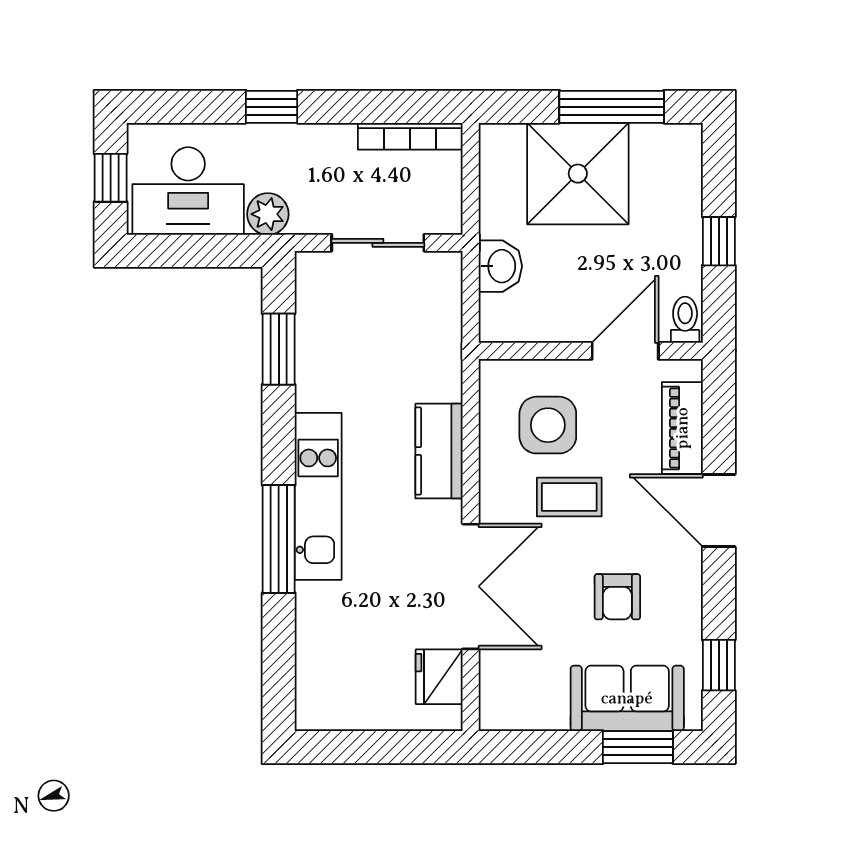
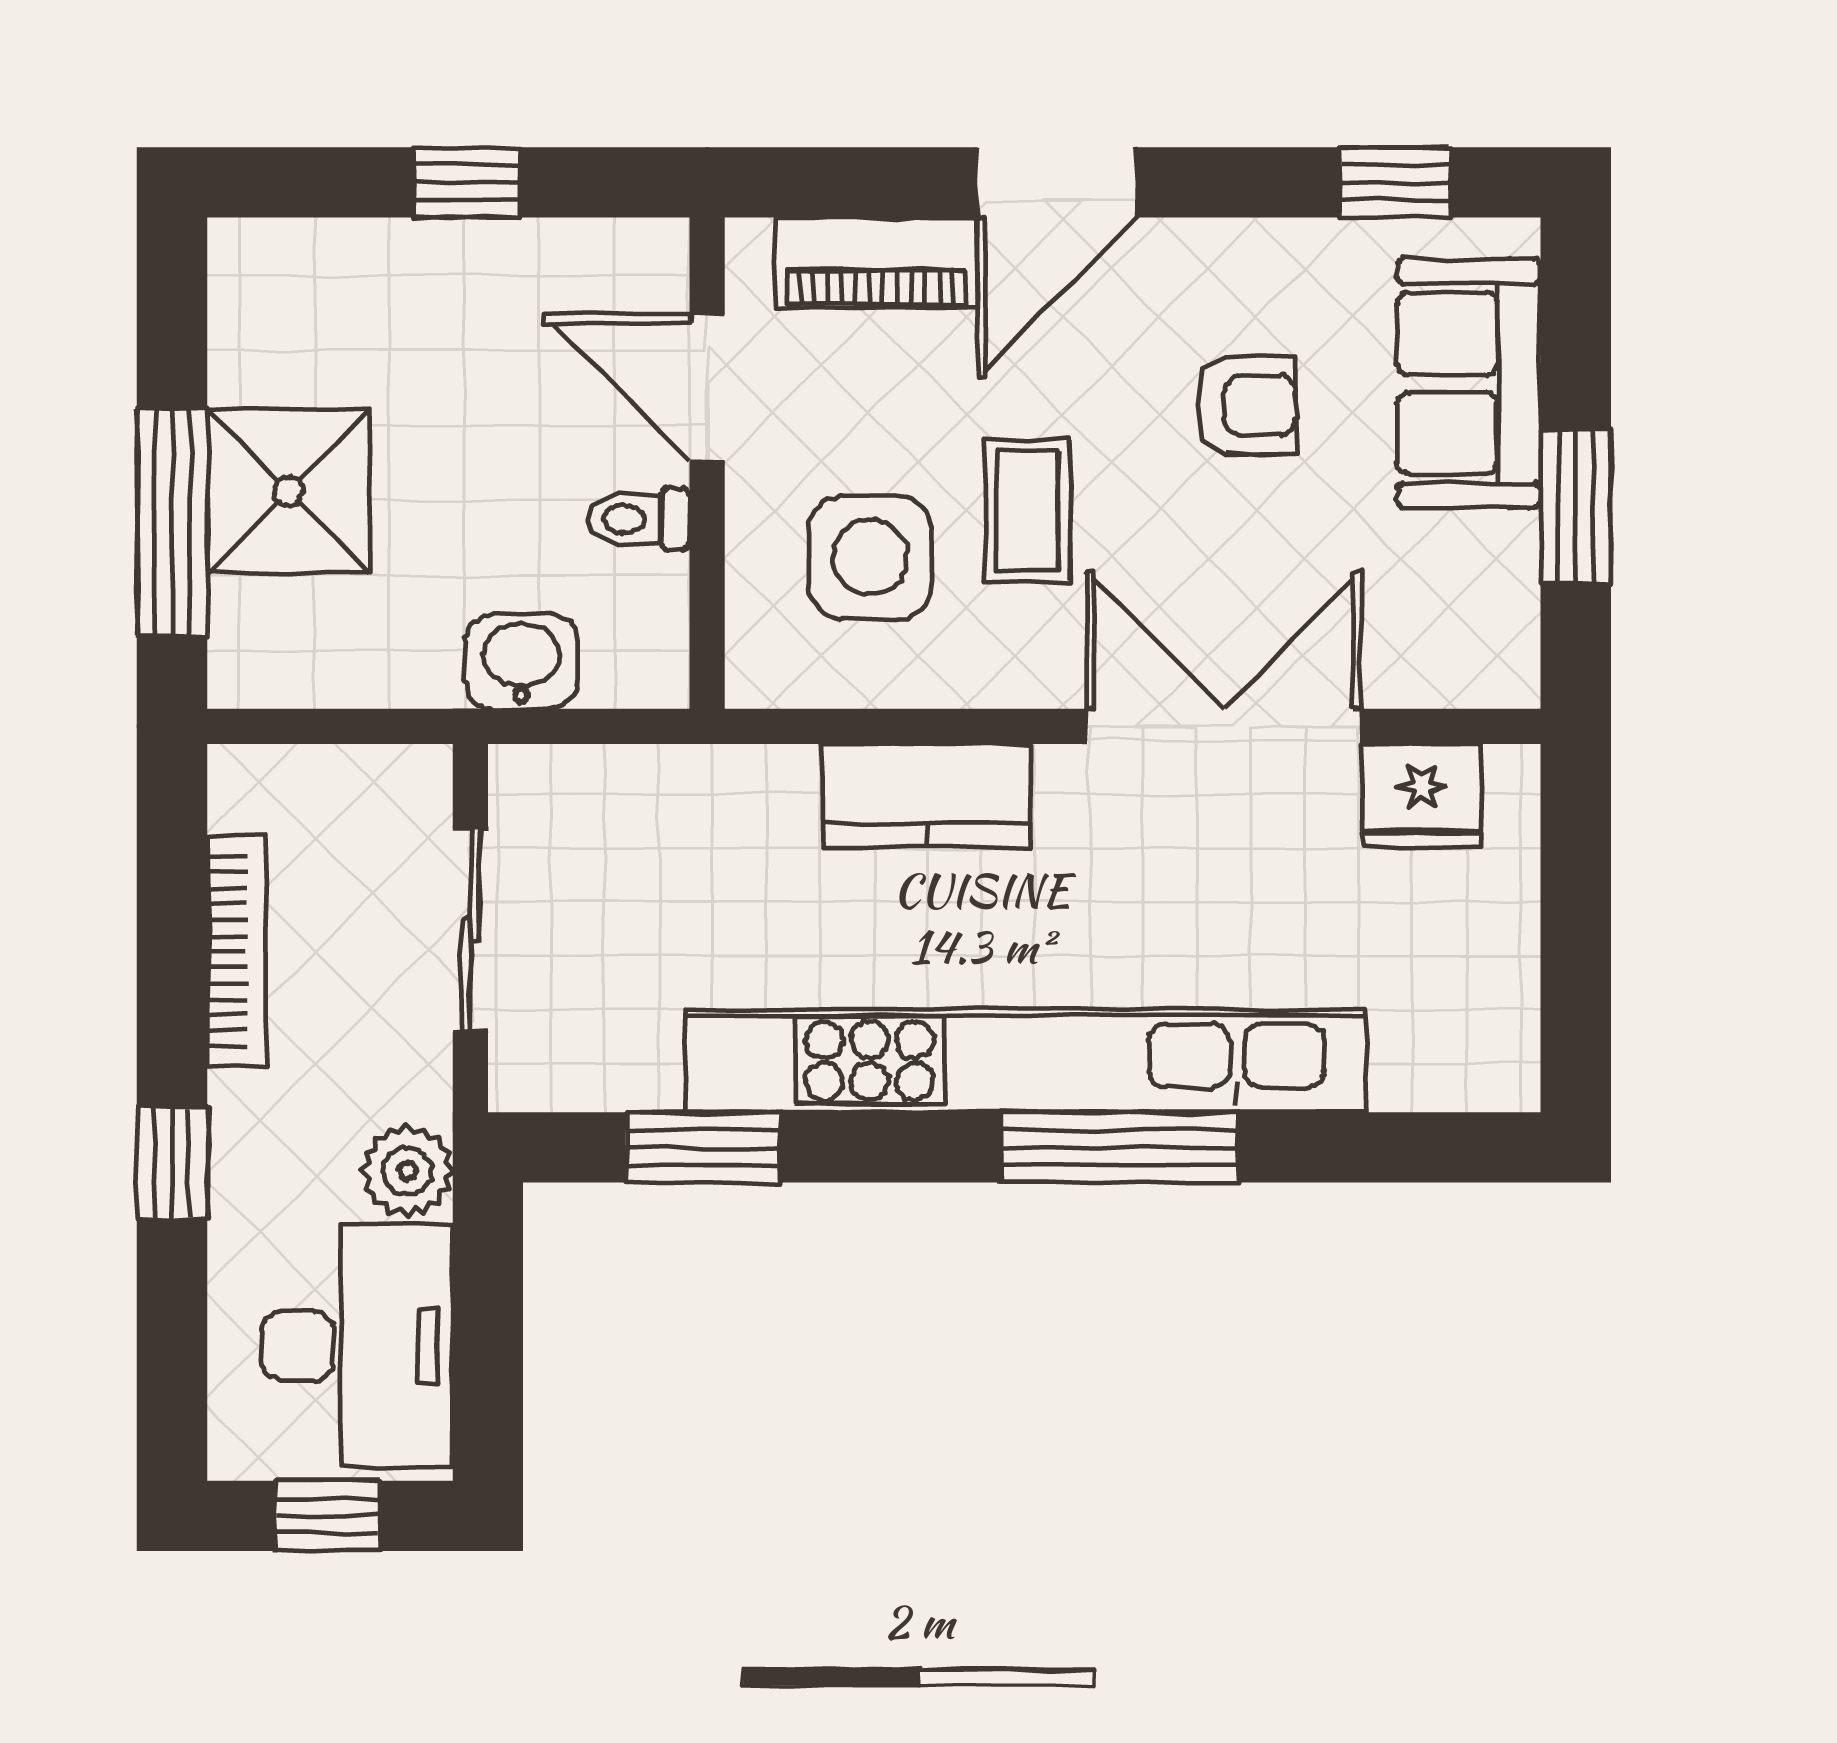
window: (612, 107) -> (172, 522), moved
bookcase: (410, 136) -> (237, 951), moved
shower: (578, 174) -> (289, 492), width x0.73, depth x0.73
toilet: (685, 320) -> (639, 519), moved
kitchen unit: (318, 496) -> (1026, 1061), width x1.86
window: (638, 747) -> (1576, 507), moved

